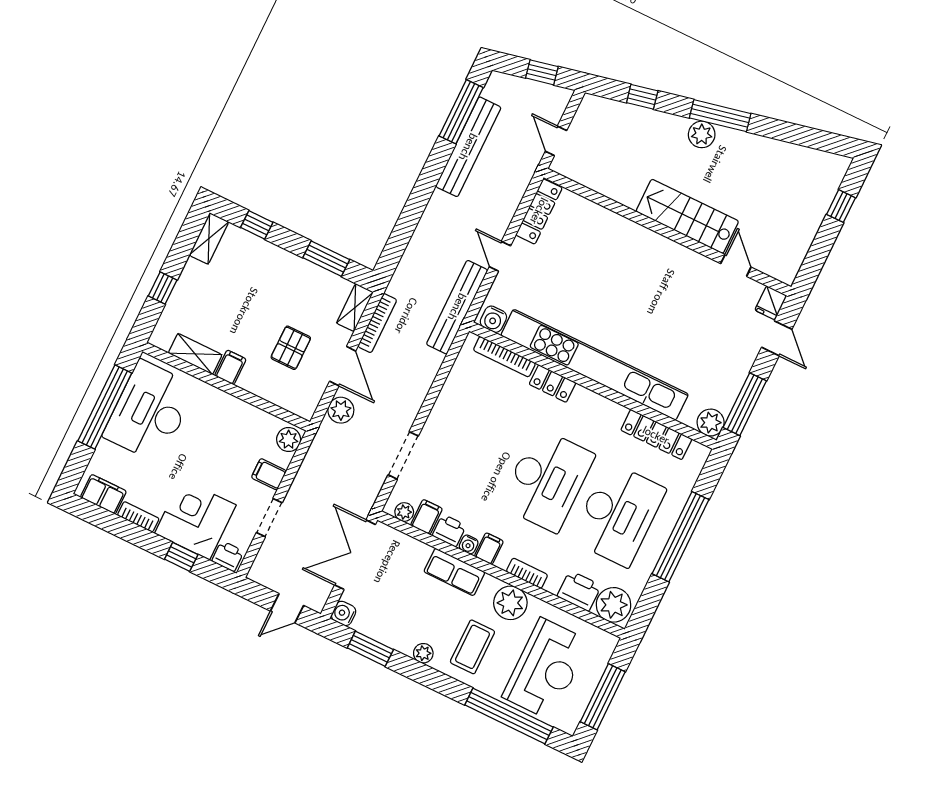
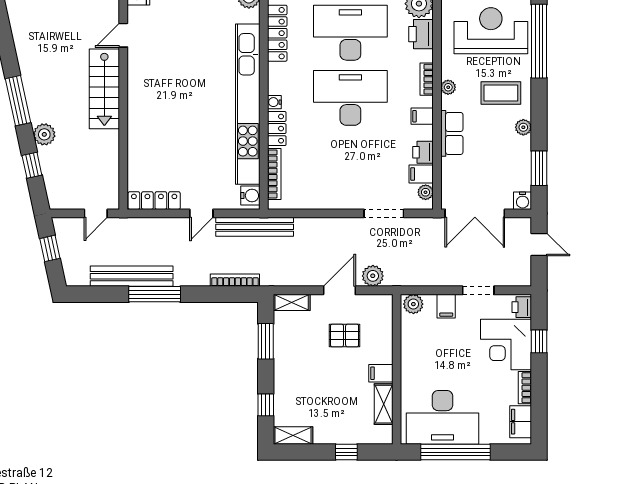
window: (461, 112) -> (155, 294), moved
plant: (702, 134) -> (44, 134), moved
bookcase: (377, 323) -> (235, 280), moved
water cooler: (469, 545) -> (274, 102), moved, turned 180
plant: (510, 603) -> (448, 87), width x0.53, depth x0.53

